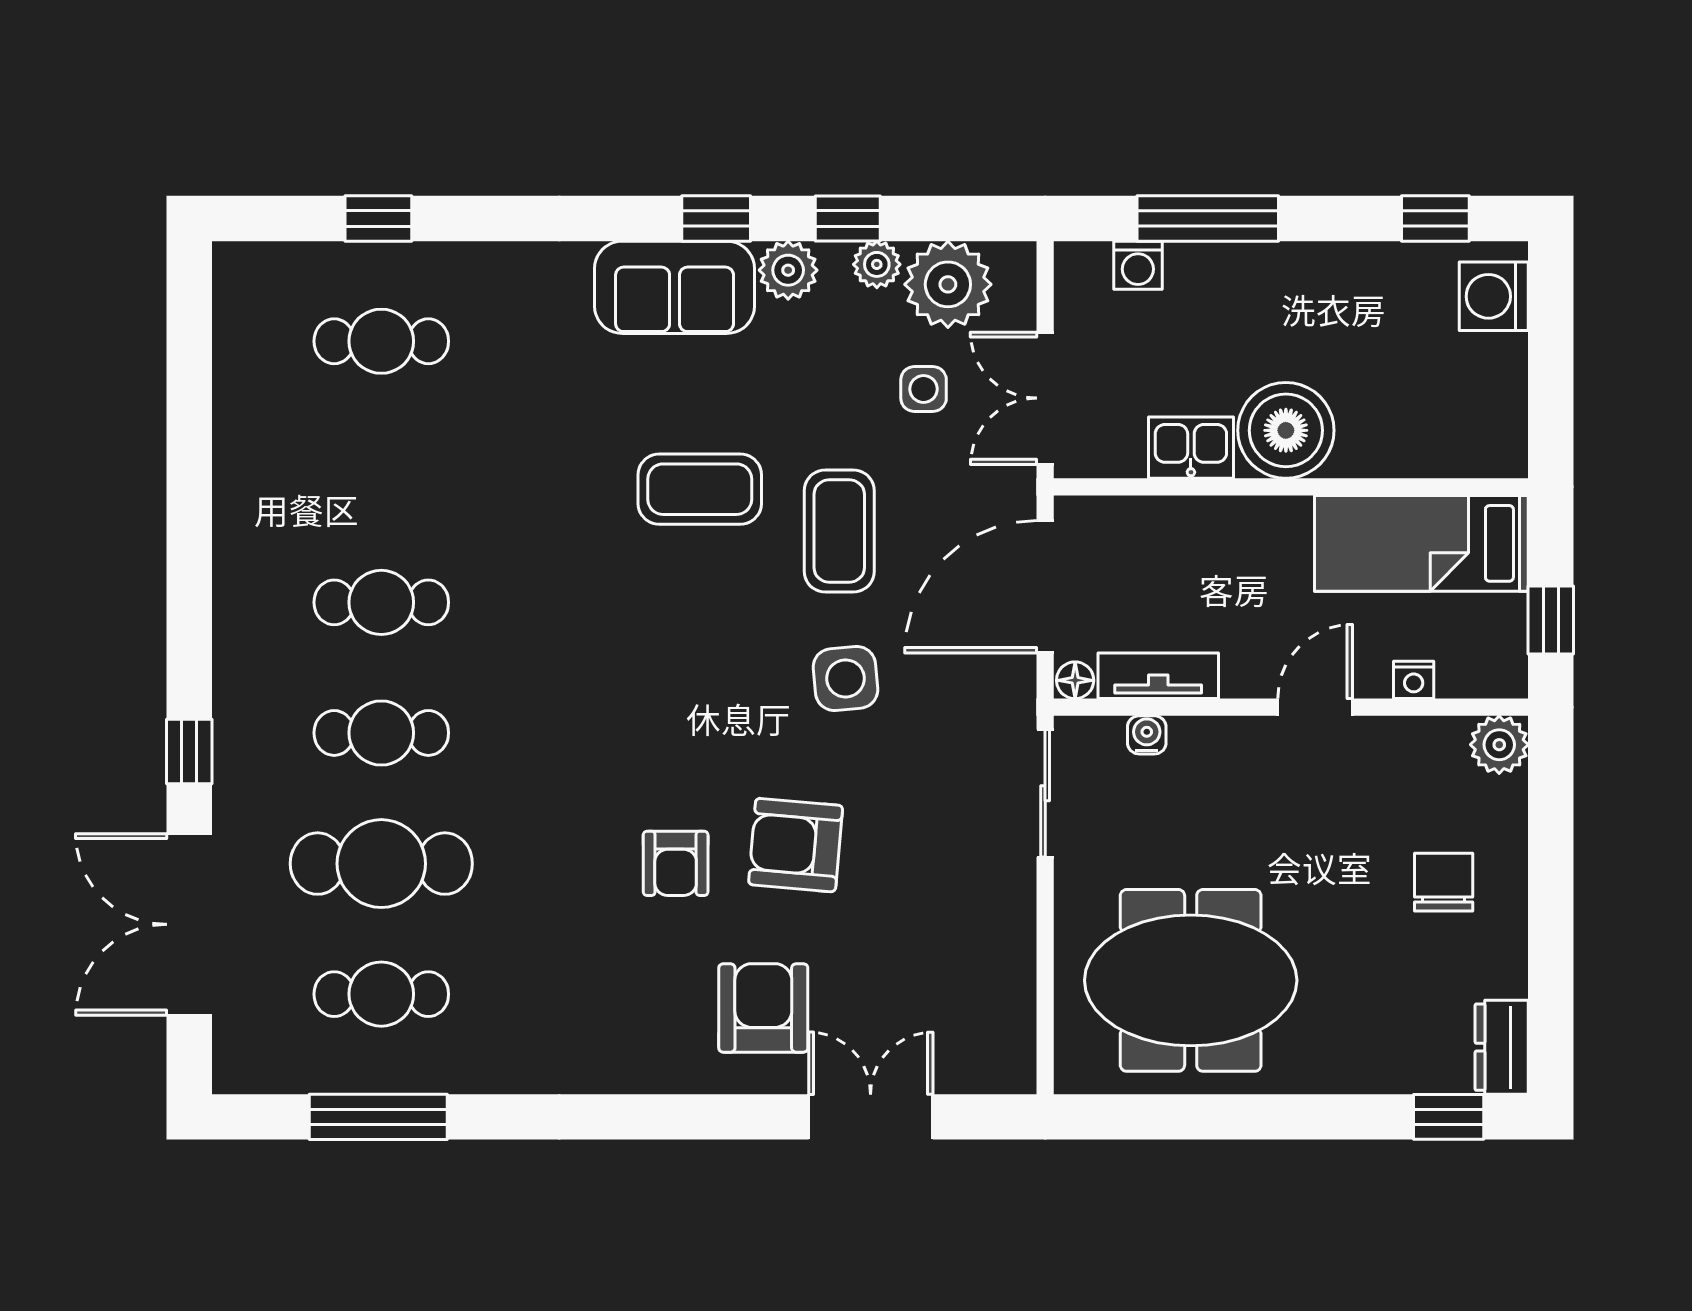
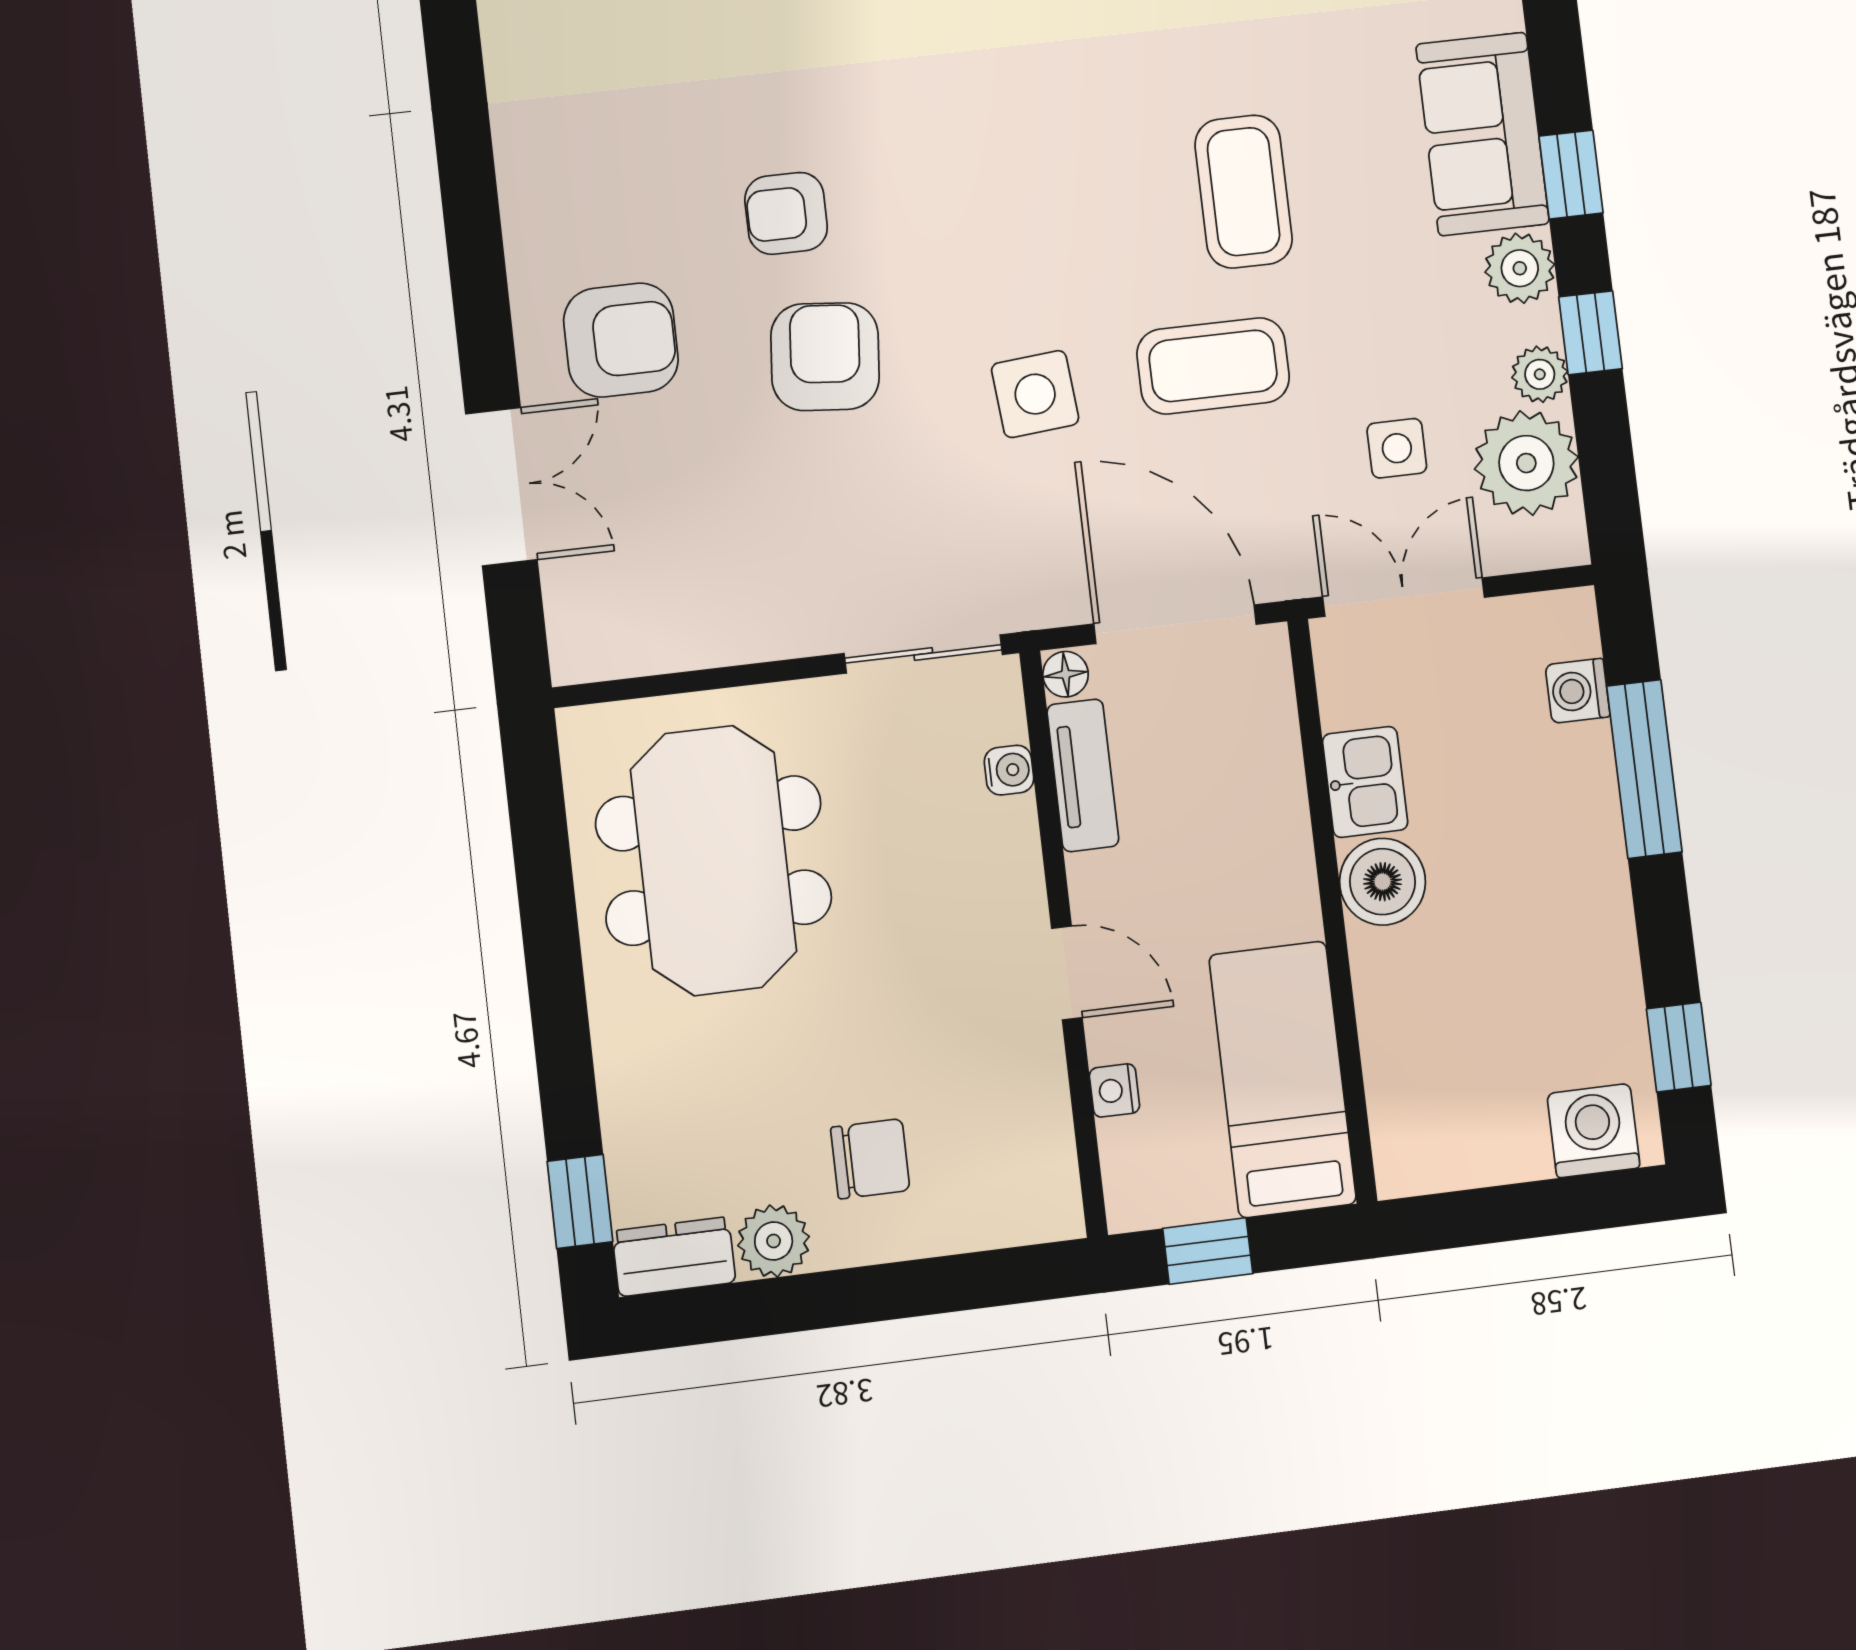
boiler: (1286, 430) -> (1383, 882), width x0.73, depth x0.73
plant: (1499, 745) -> (774, 1241), moved

